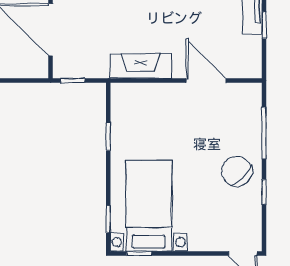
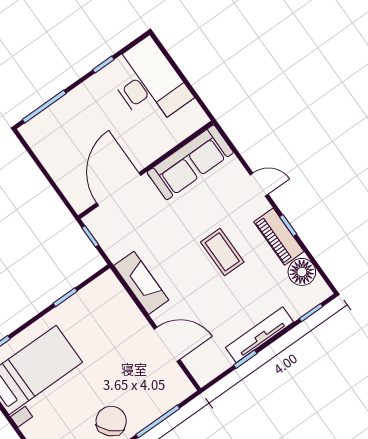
door: (206, 81) -> (167, 344), hinge flipped

